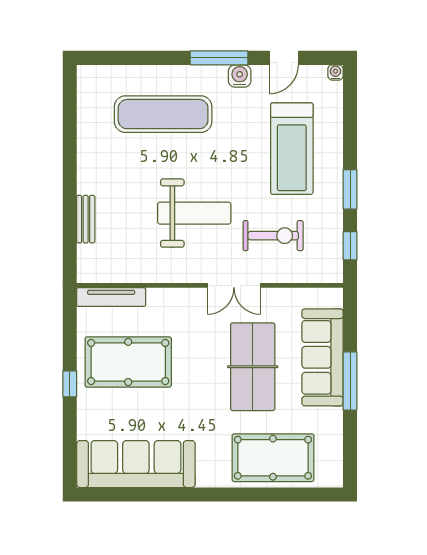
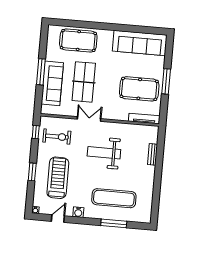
window: (219, 58) -> (114, 223), moved
window: (350, 189) -> (32, 172), moved
exercise bike: (273, 236) -> (57, 137), moved, turned 180
window: (70, 384) -> (166, 81), width x2.17

